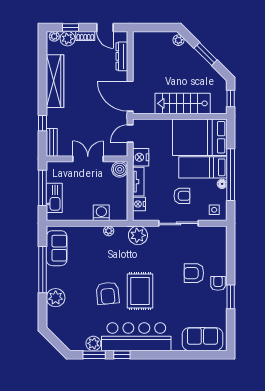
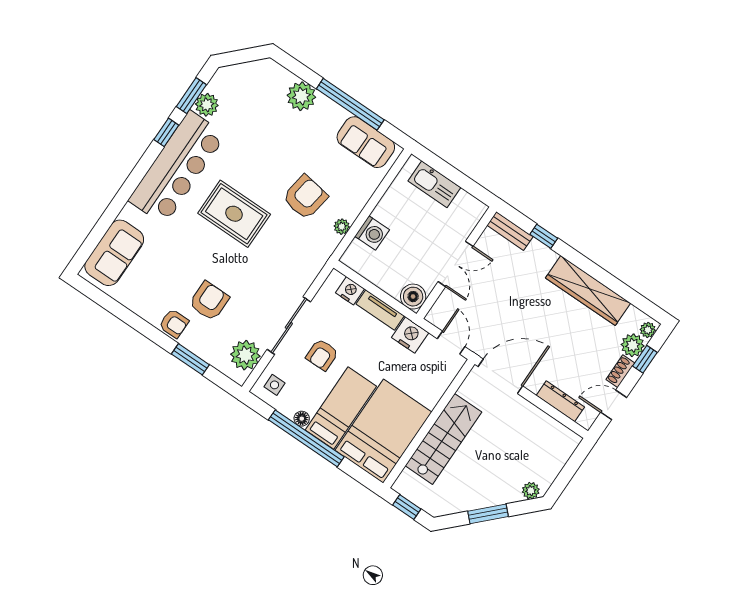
window: (43, 188) -> (458, 178), removed
plant: (138, 235) -> (245, 355), moved
armchair: (108, 293) -> (305, 197), moved, turned 104
window: (231, 297) -> (190, 359), moved

